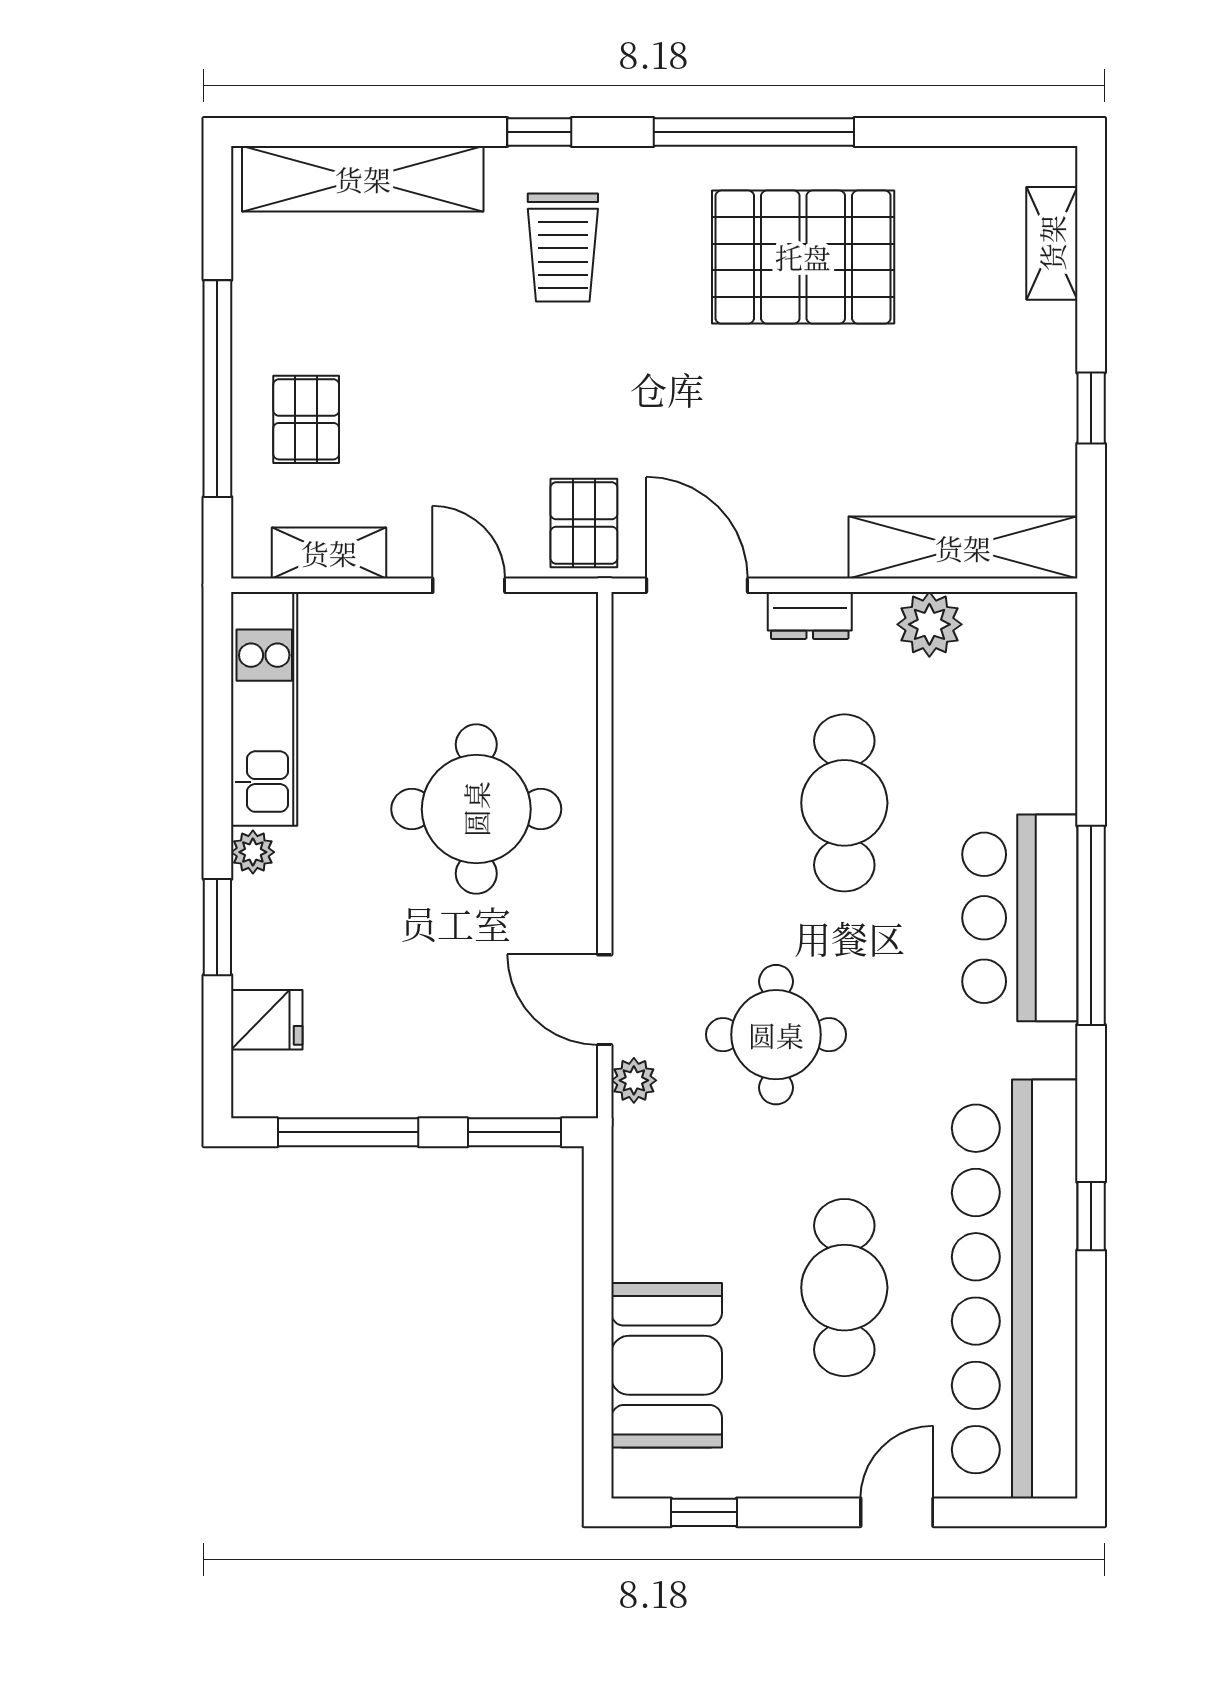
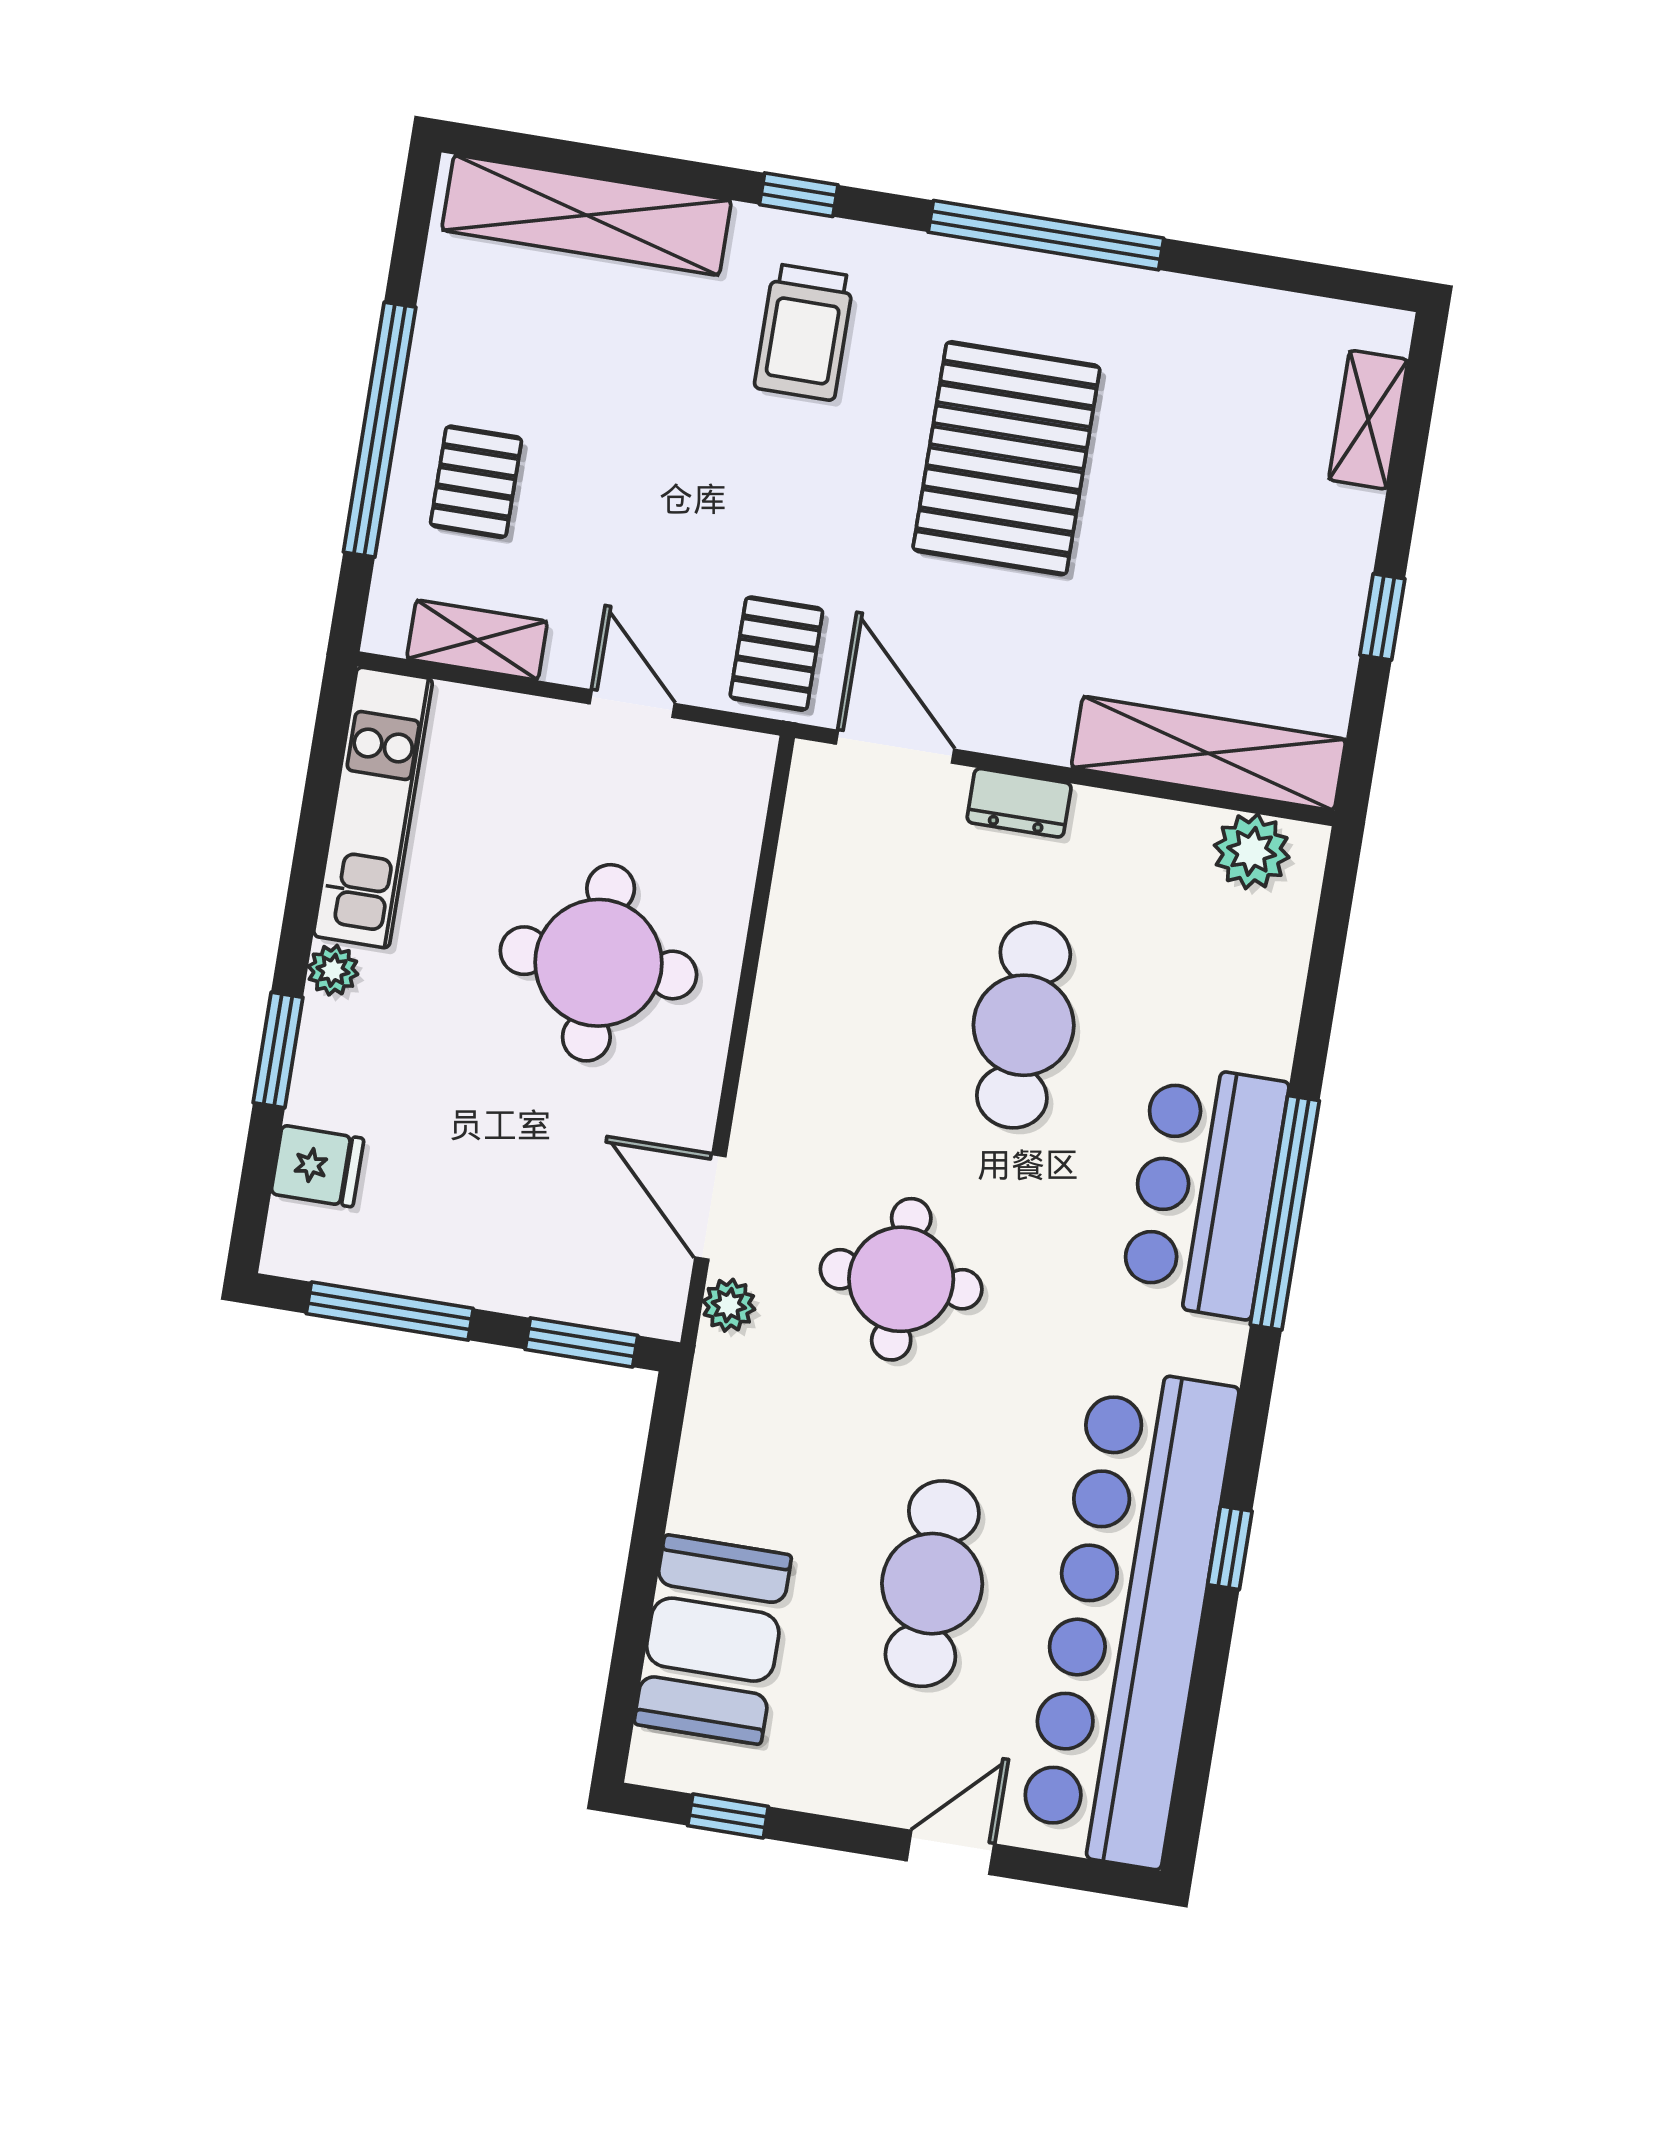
pallet: (803, 257) -> (1006, 458), moved, turned 90
plant: (929, 624) -> (1252, 851), moved

